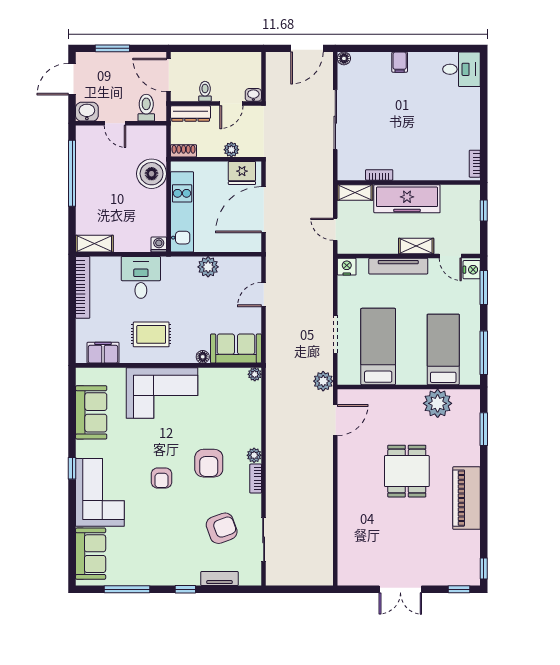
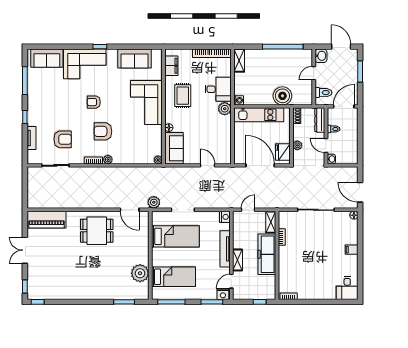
plant: (208, 267) -> (225, 109), moved
dining table: (407, 471) -> (97, 231), moved
piano: (467, 498) -> (46, 220), moved, turned 180
armchair: (222, 528) -> (63, 139), turned -70

